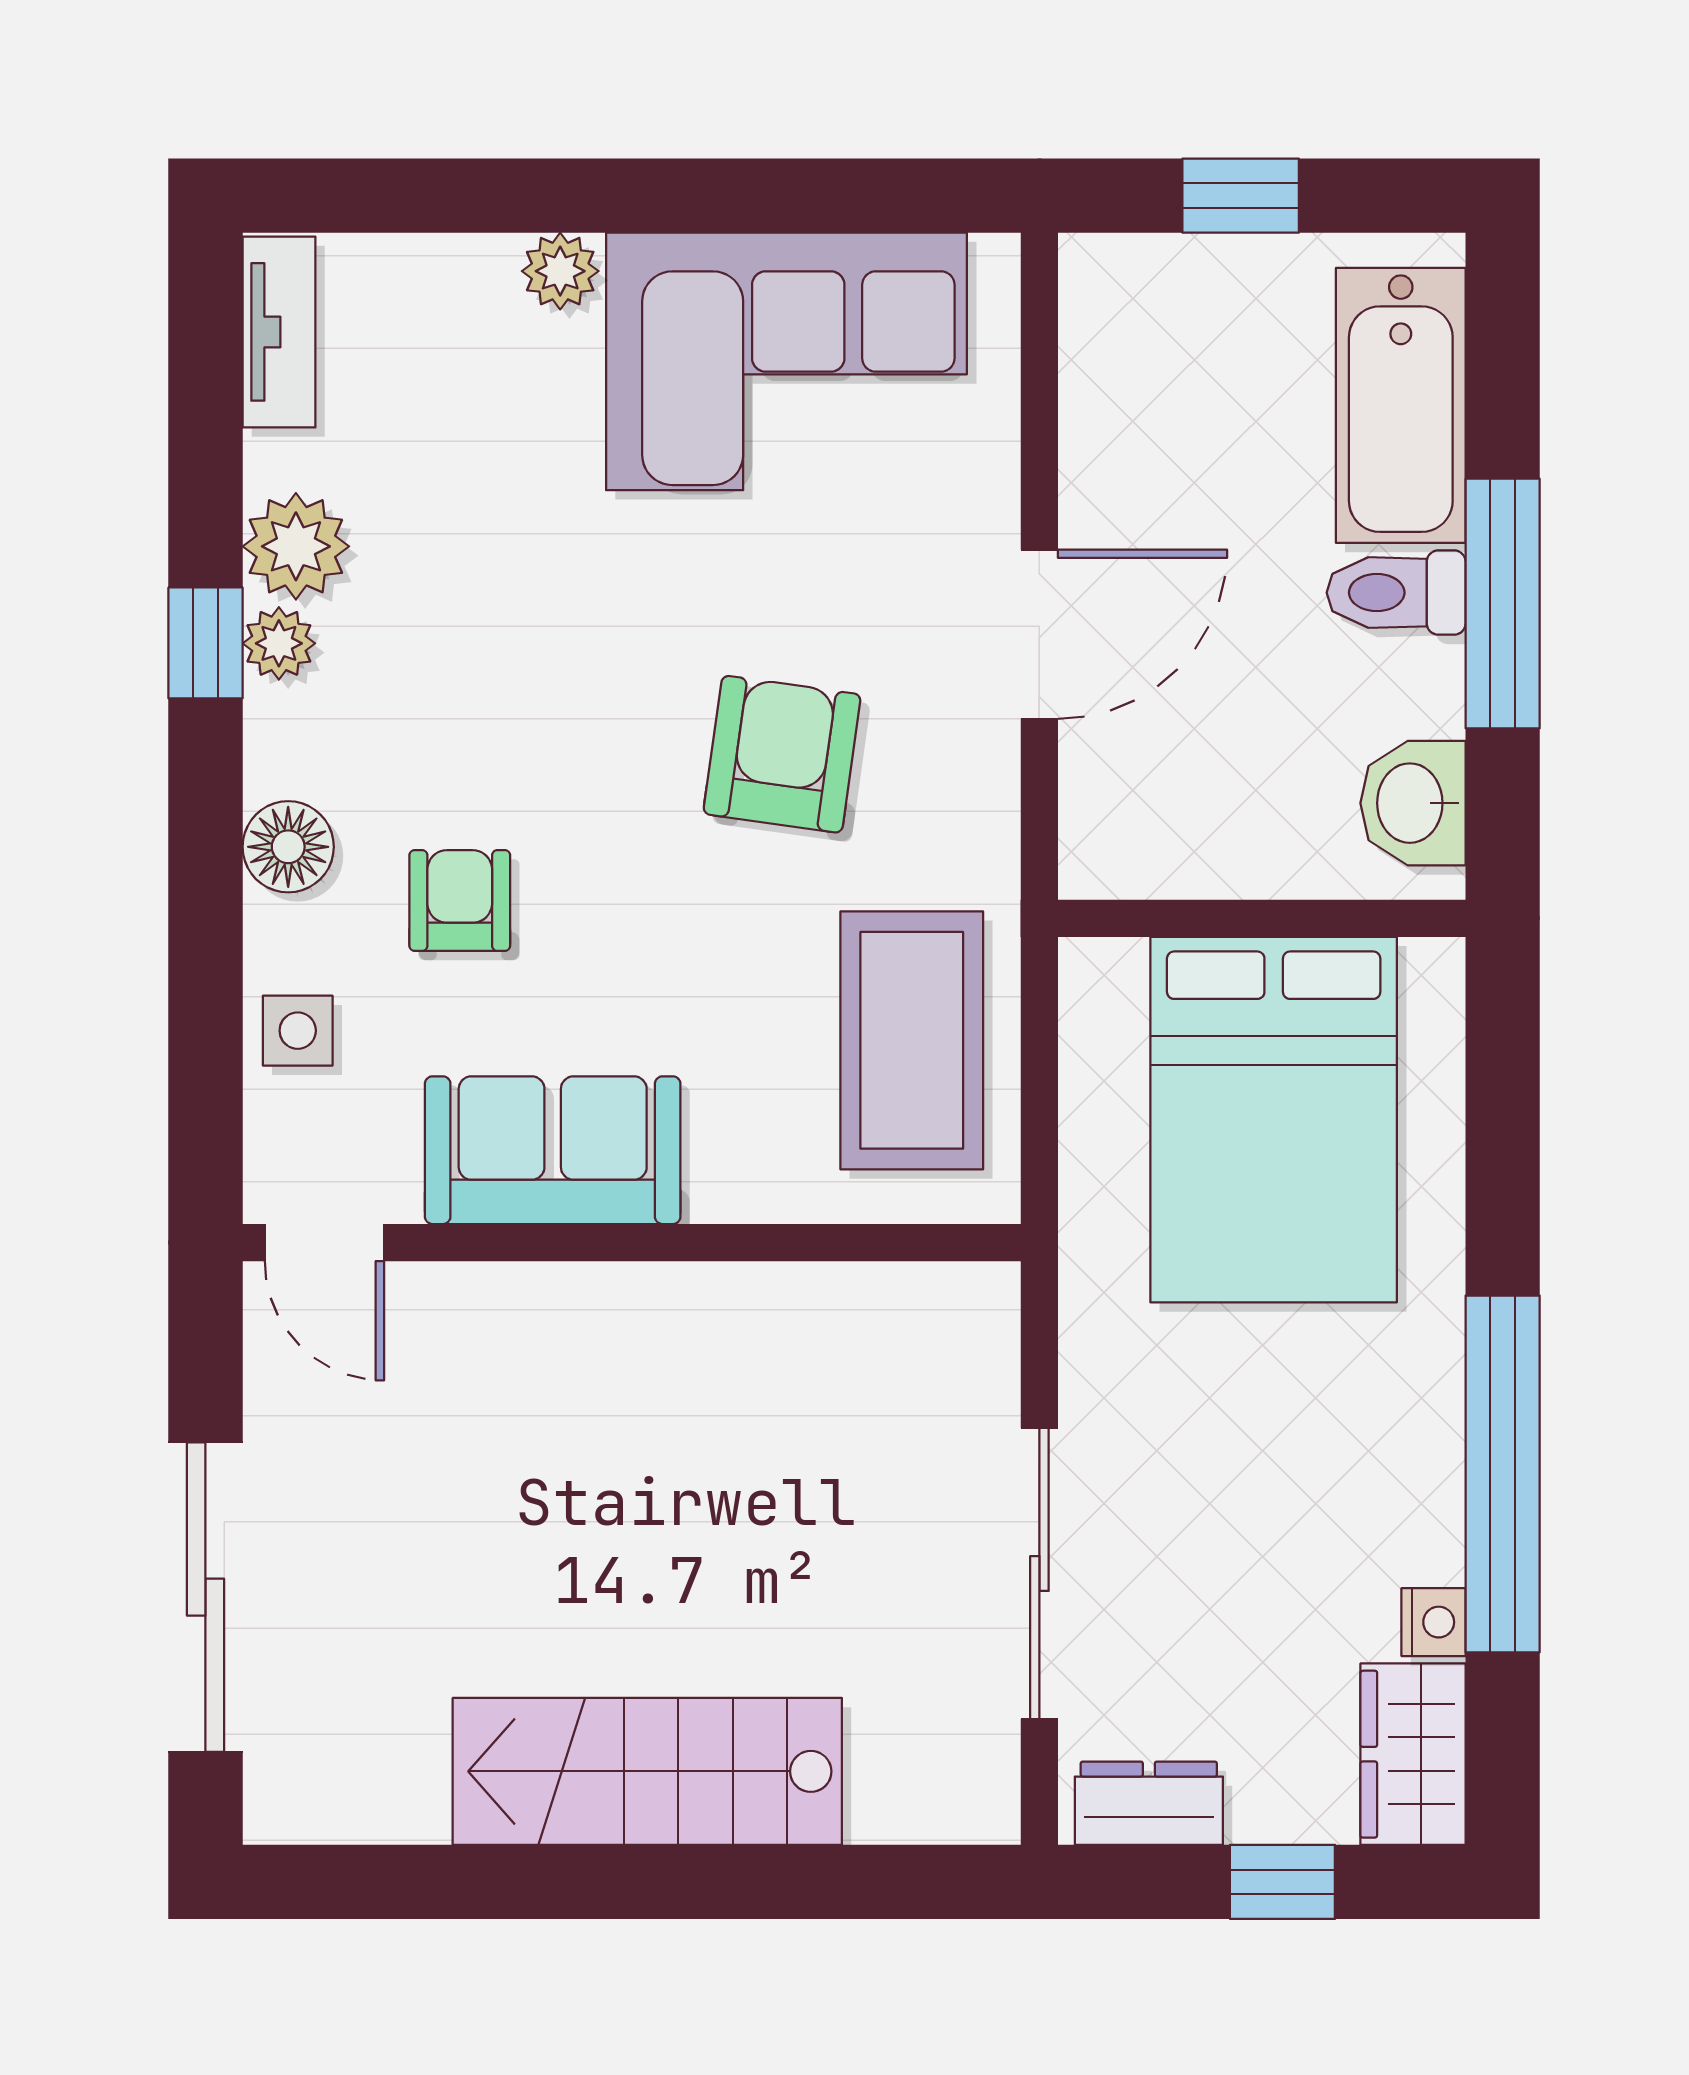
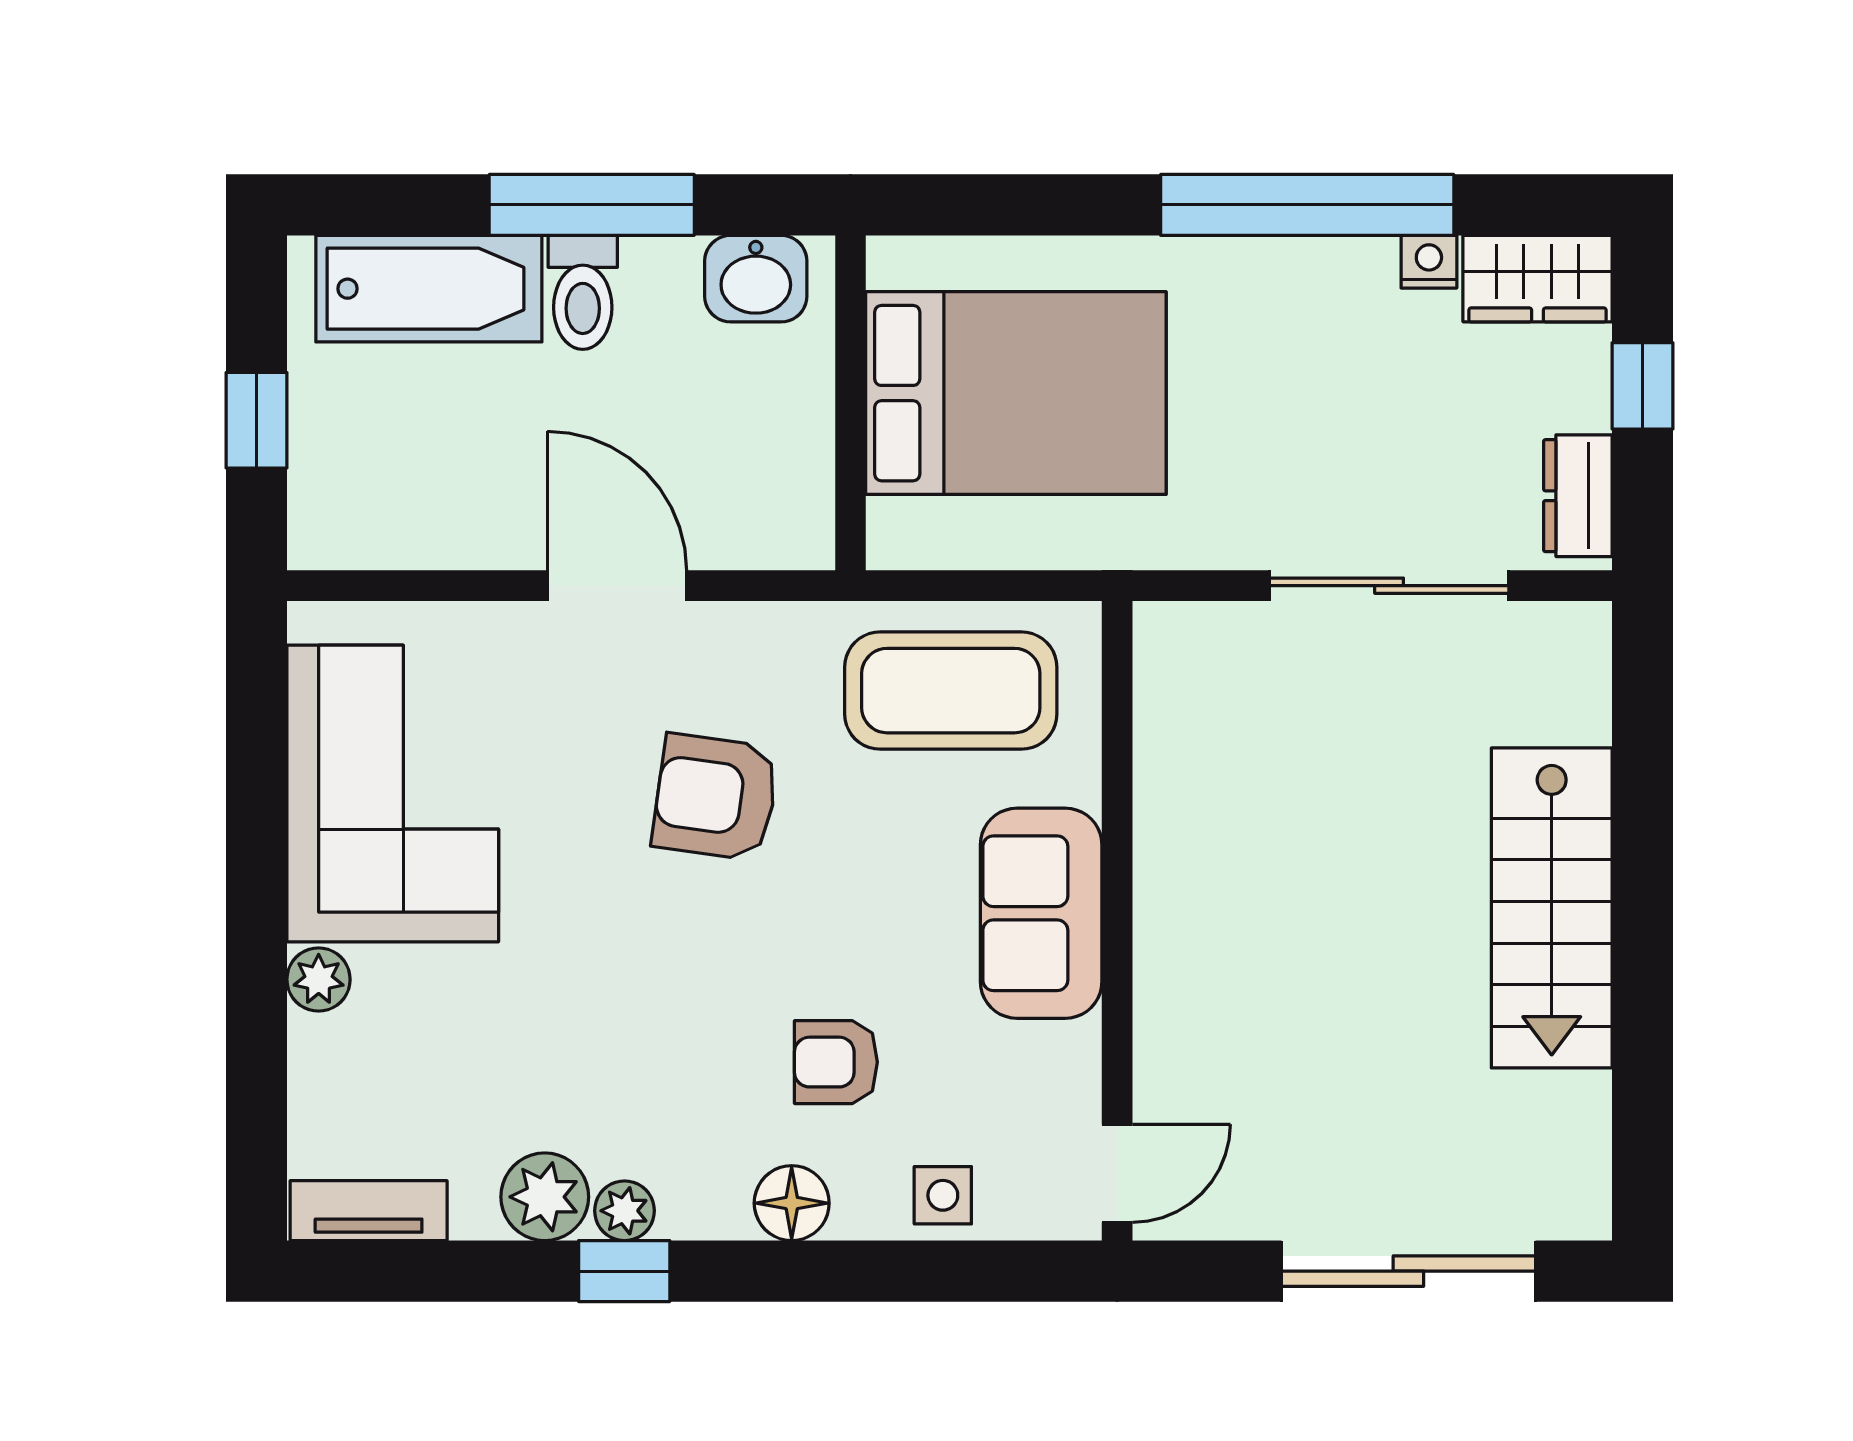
sofa: (553, 1150) -> (1041, 913), moved

